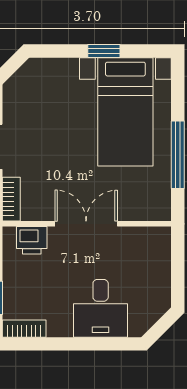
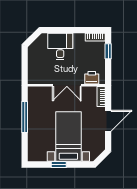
bed with nightstands: (125, 112) -> (68, 137), moved

